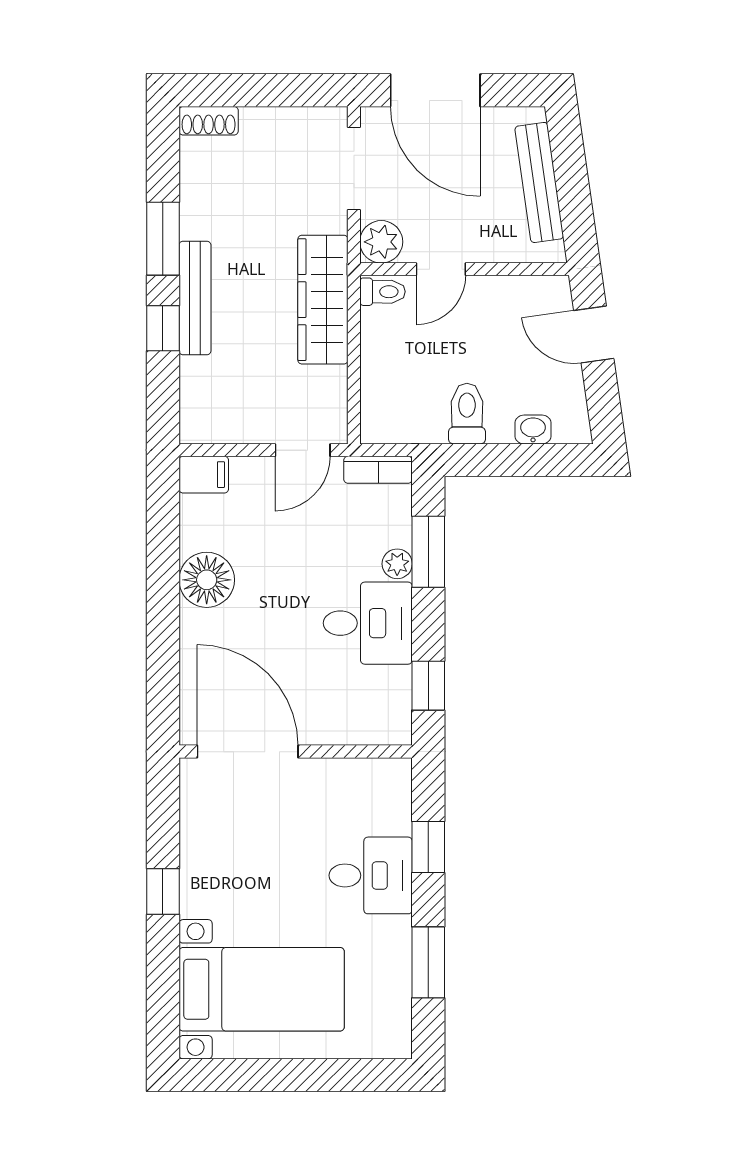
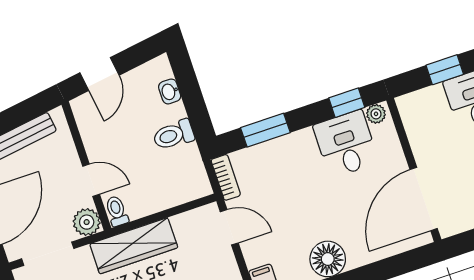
plant: (397, 564) -> (376, 114), moved
desk: (368, 623) -> (346, 144), moved

